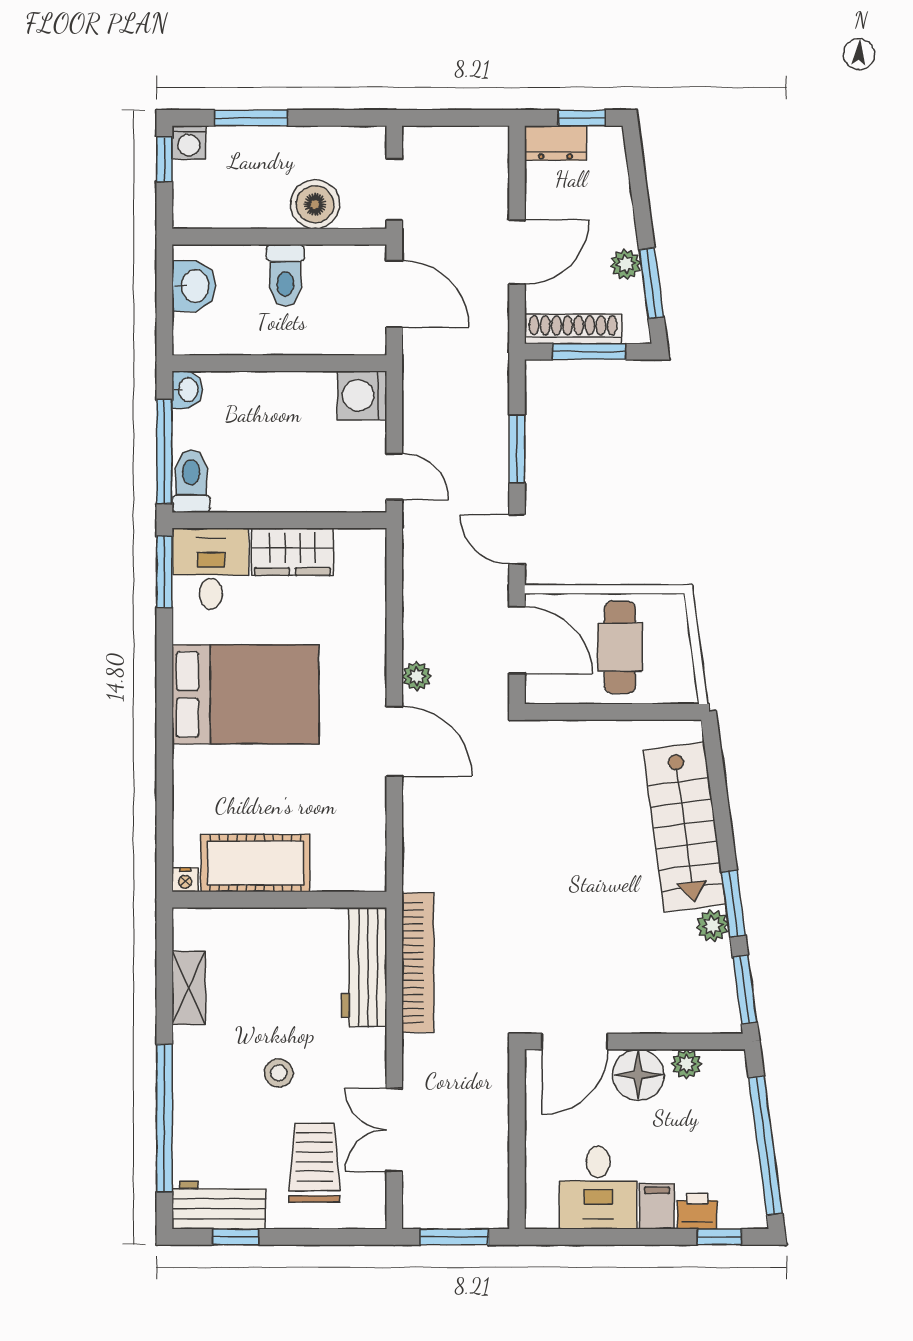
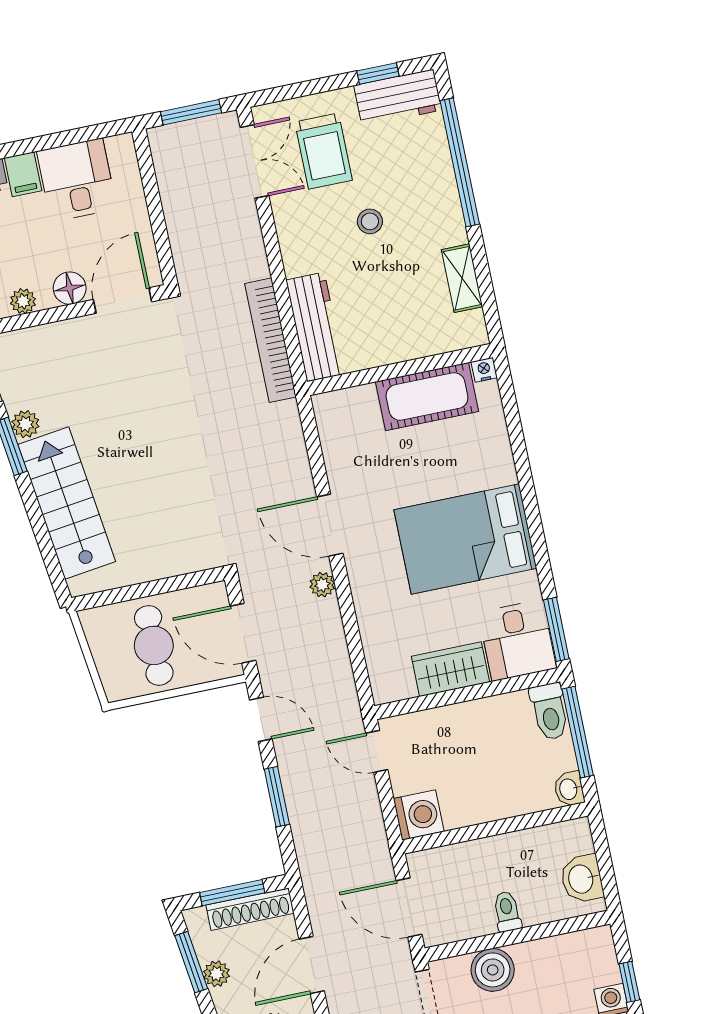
toilet: (285, 275) -> (507, 911), width x0.73, depth x0.72
floor lamp: (638, 1075) -> (70, 288), width x0.73, depth x0.73
double door: (394, 1130) -> (255, 161), moved

